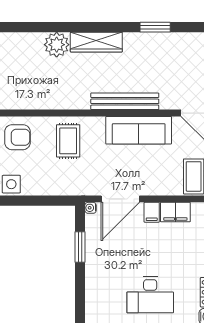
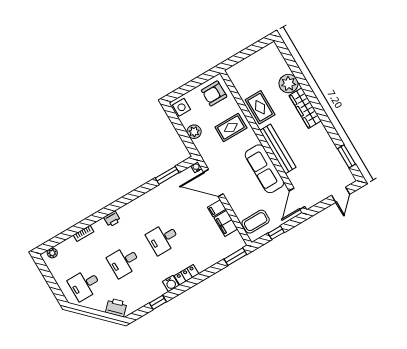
window: (155, 27) -> (347, 156), moved
rug: (65, 94) -> (260, 107), added
armchair: (17, 137) -> (214, 93), turned 90
plant: (48, 186) -> (194, 132), added
desk: (150, 295) -> (163, 239), width x0.73

